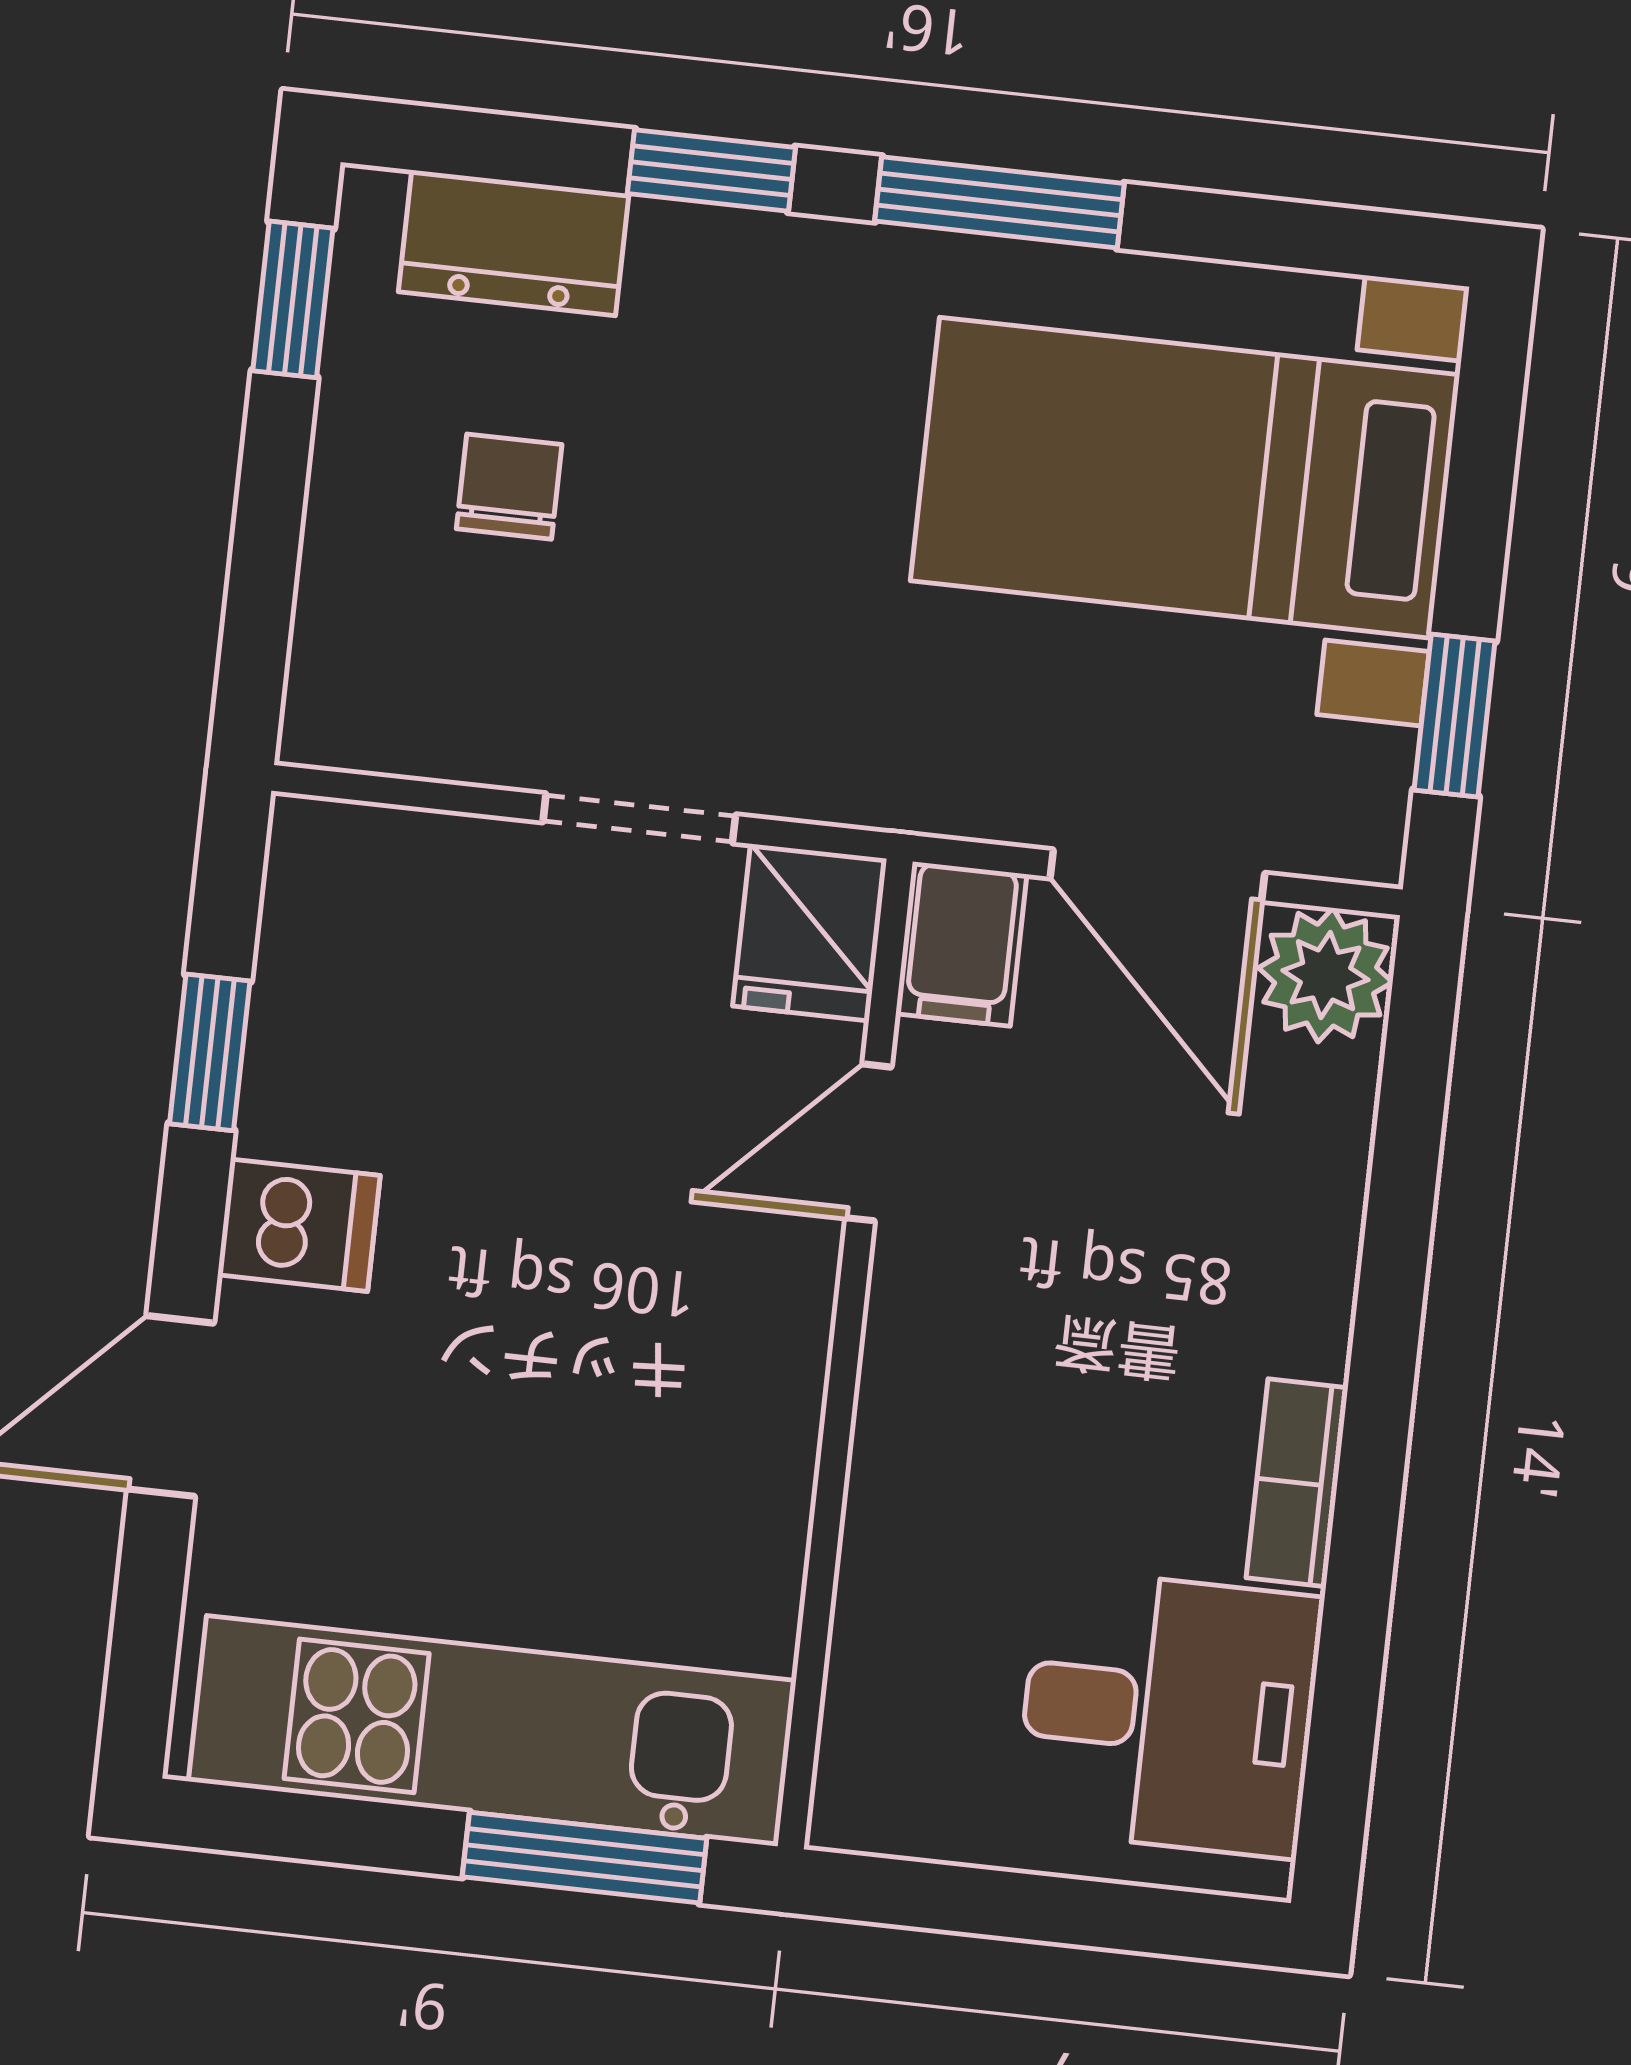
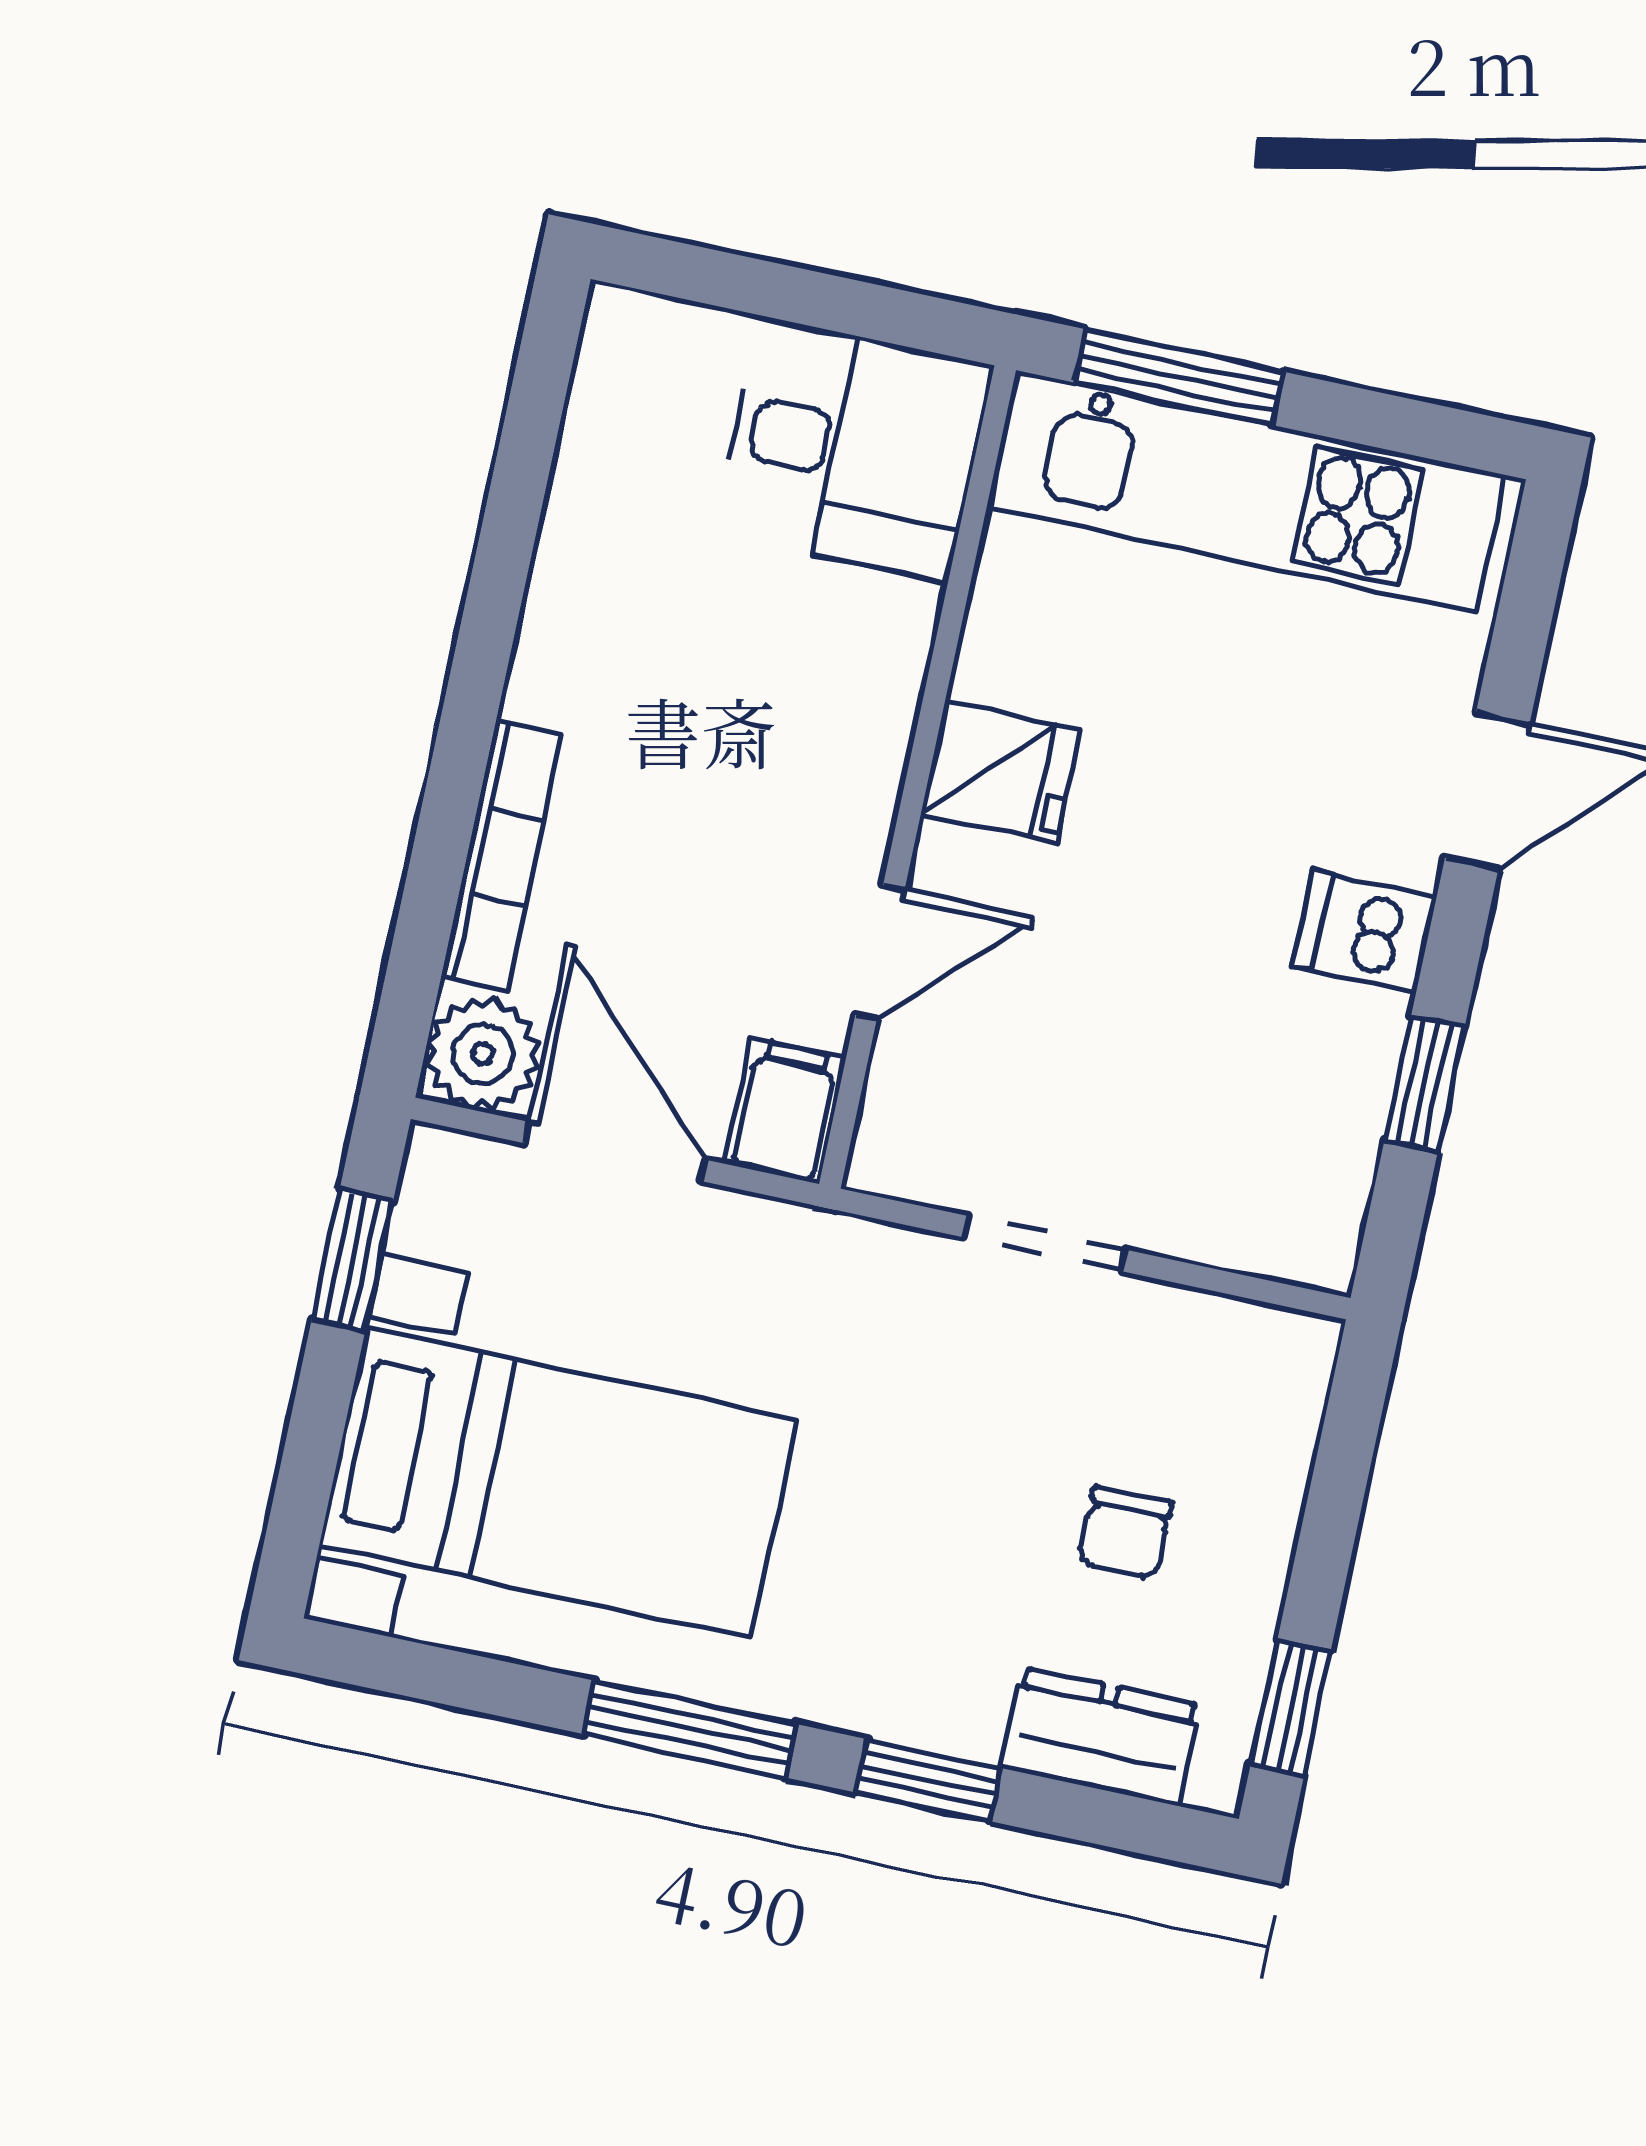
fridge: (810, 932) -> (1000, 772), moved, turned 90
bookcase: (1297, 1483) -> (501, 856), moved, width x1.56
desk: (1168, 1713) -> (854, 449), moved, turned 180

